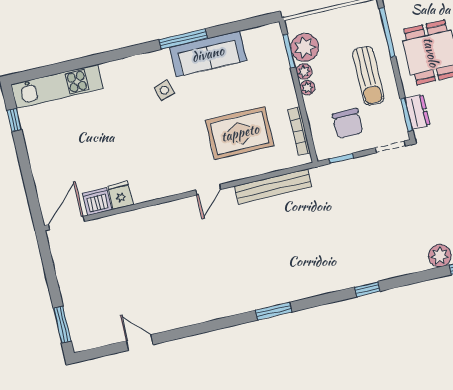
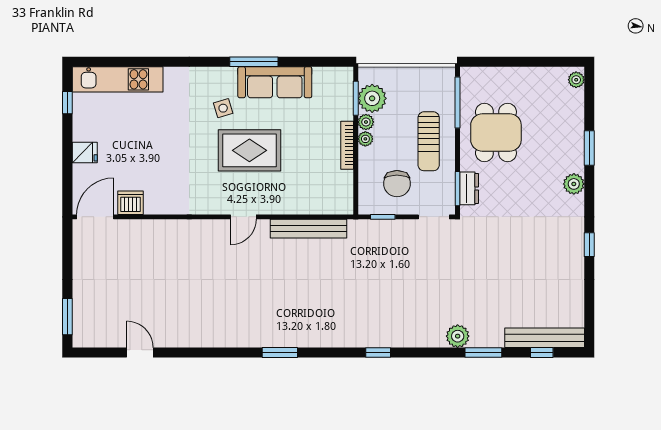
bookcase: (299, 131) -> (347, 145), moved
rug: (240, 133) -> (249, 150), moved
fridge: (120, 195) -> (85, 152), moved, turned 90

